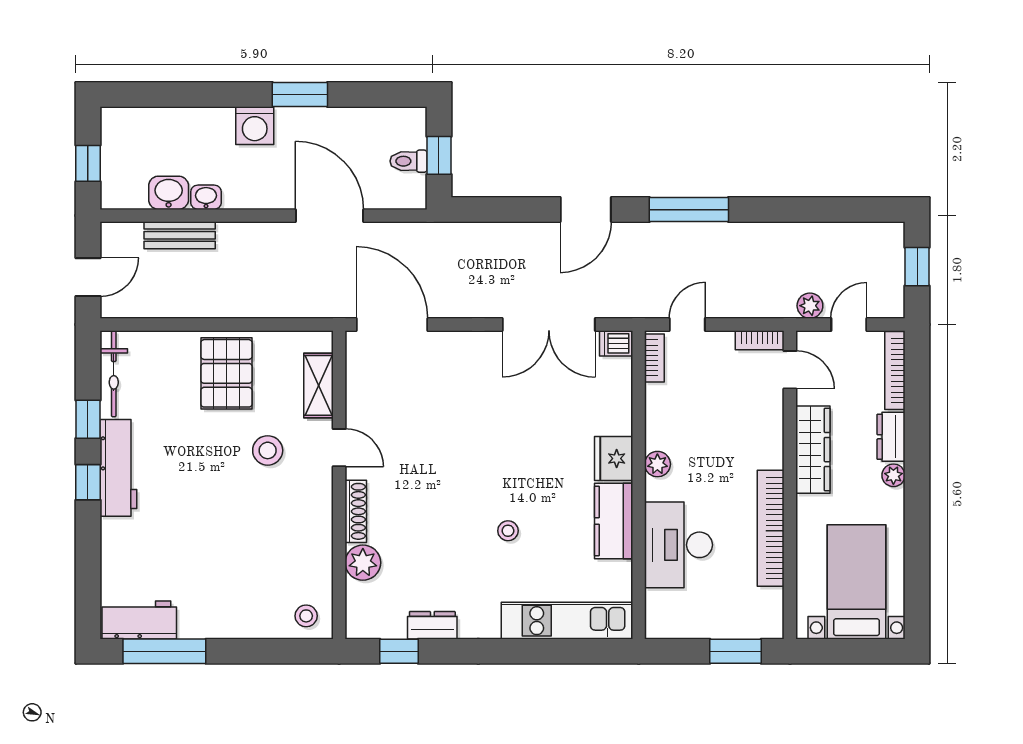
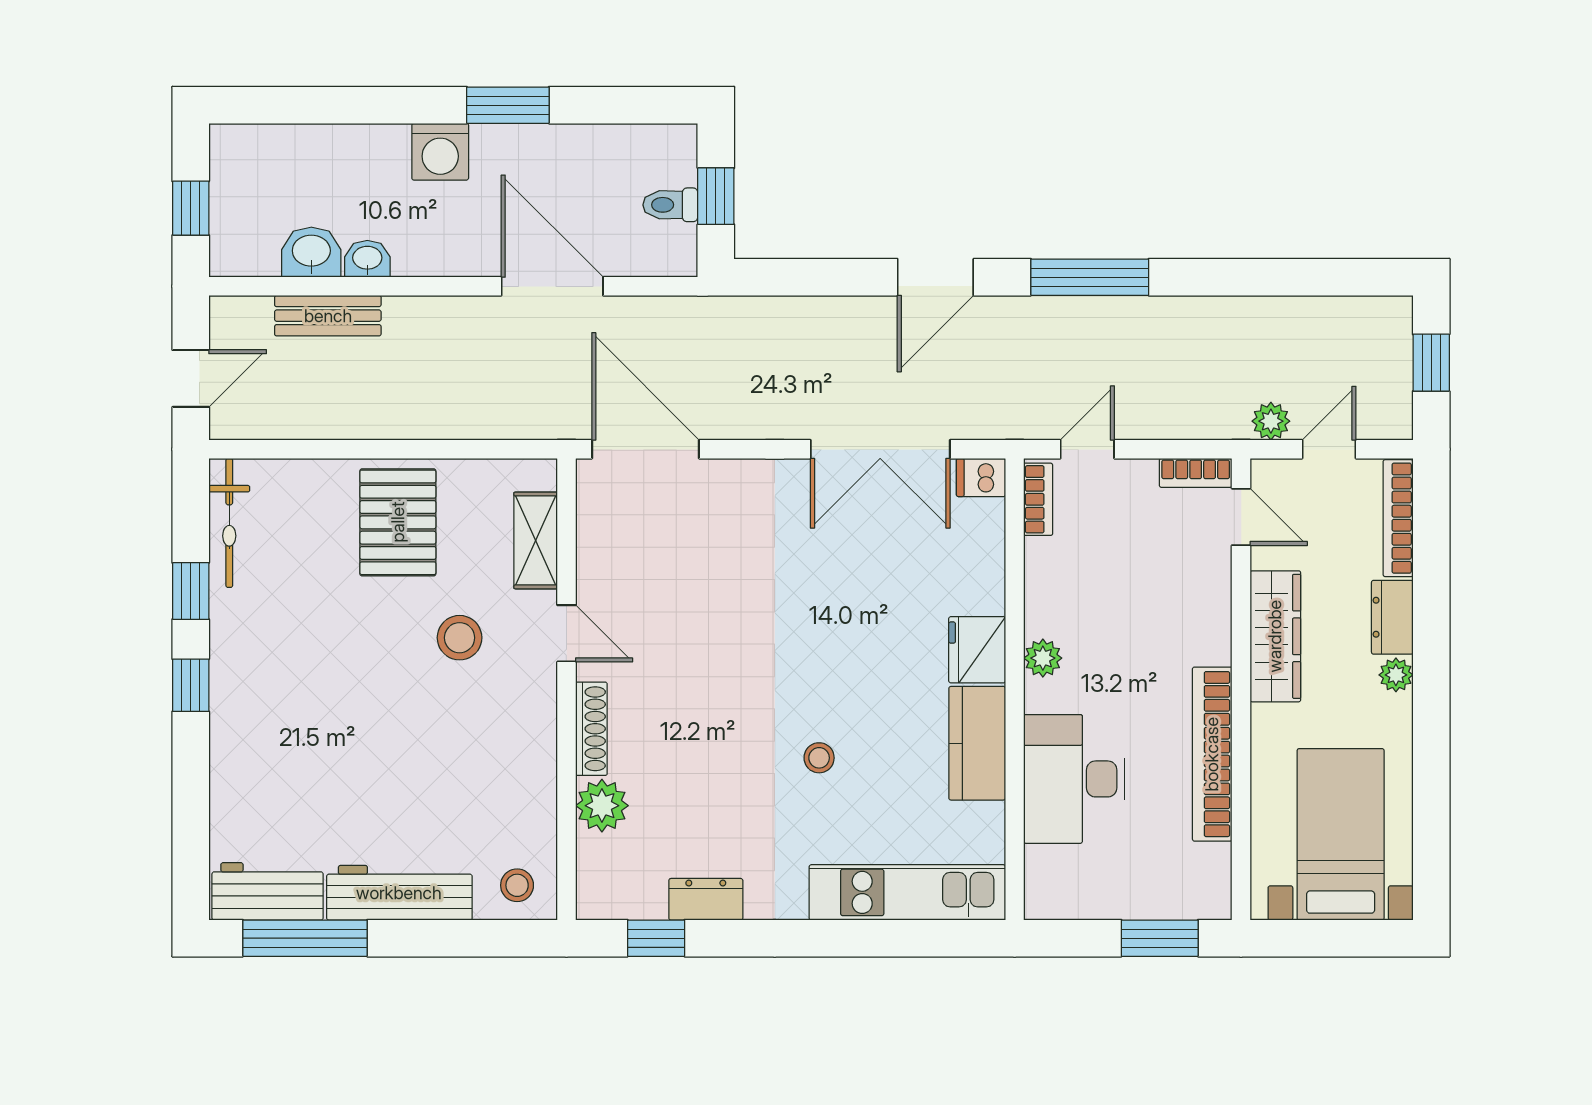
workbench: (118, 468) -> (399, 893), moved, turned -90

